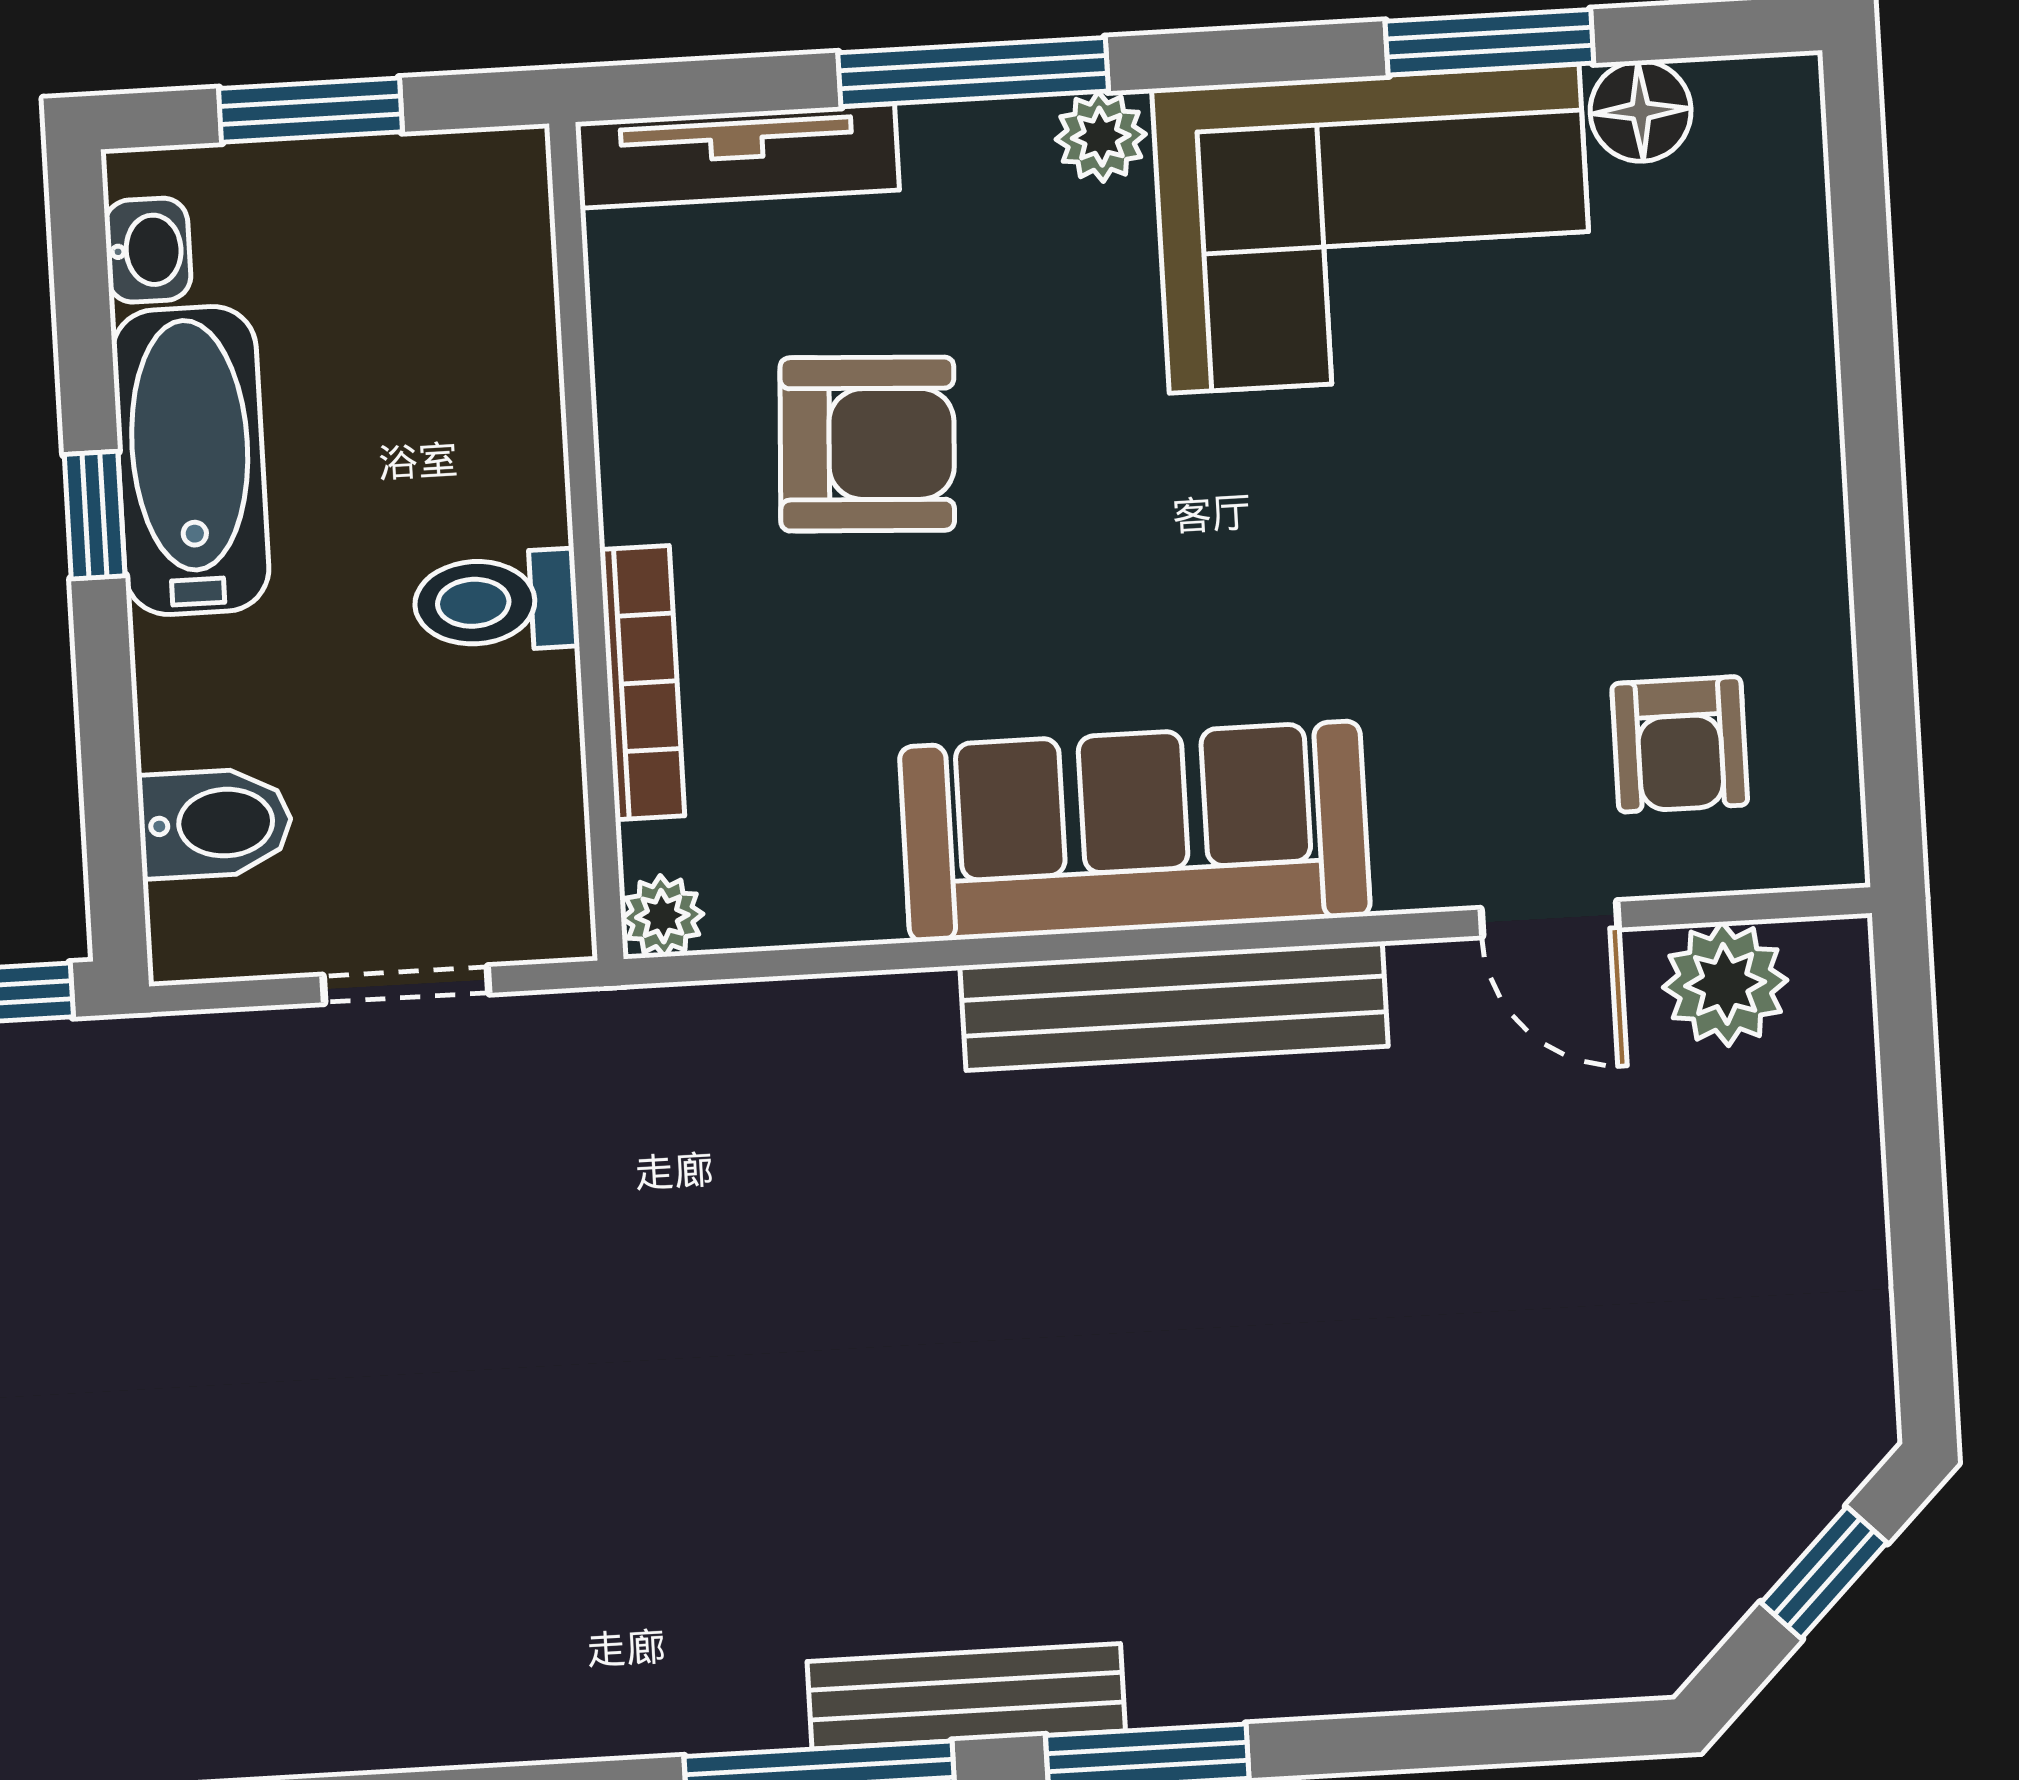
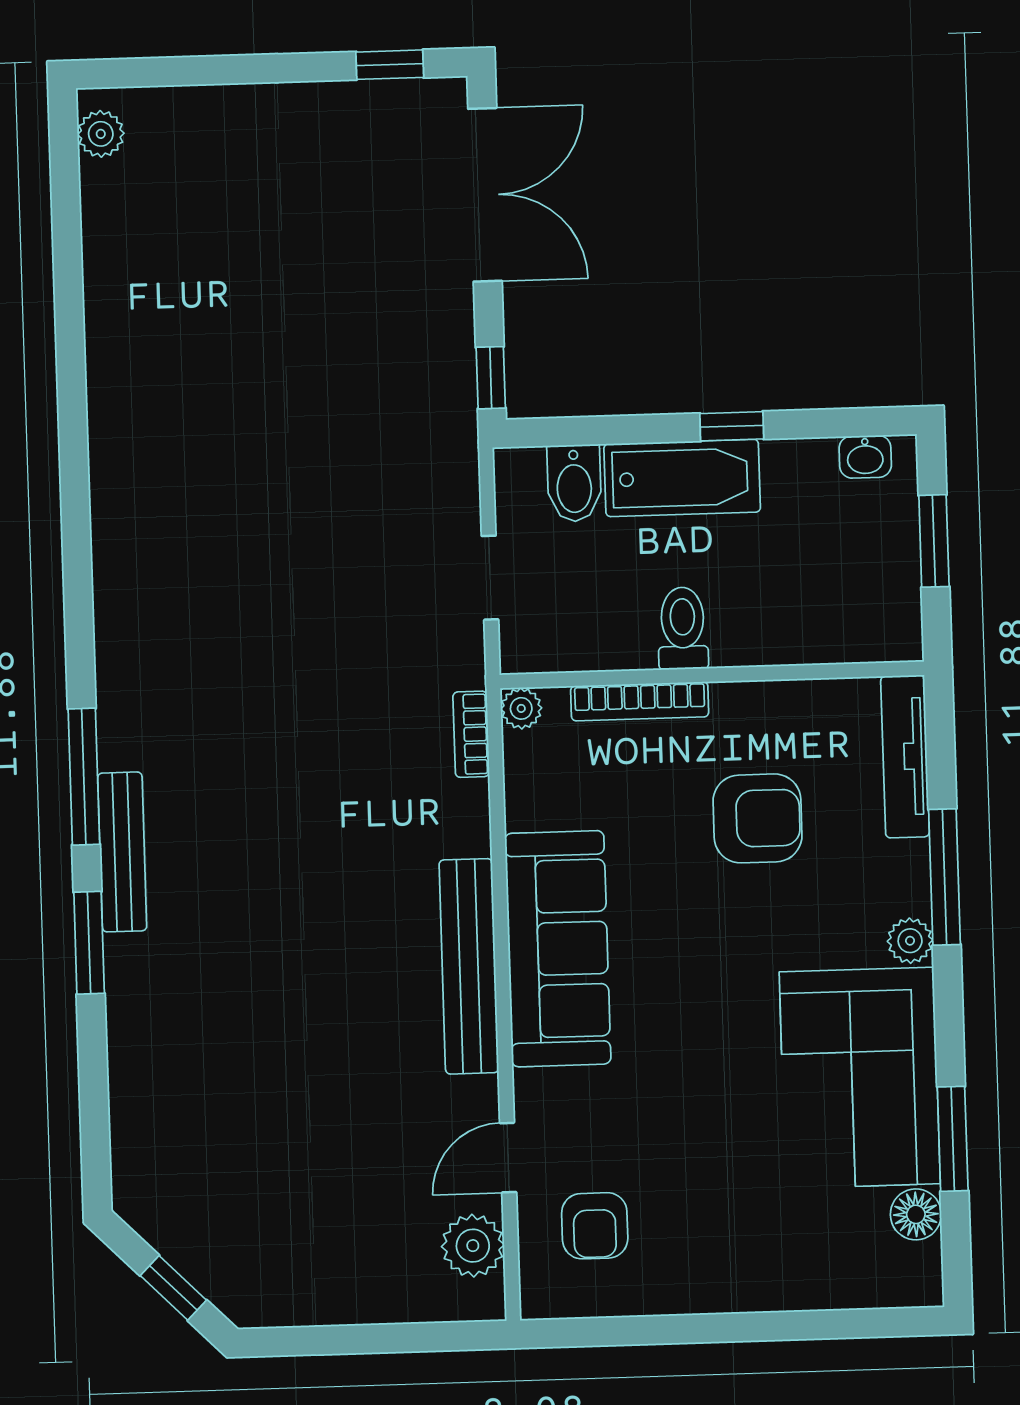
armchair: (867, 444) -> (757, 818), turned -93
bathtub: (191, 461) -> (682, 478), moved
armchair: (1680, 744) -> (595, 1226), turned -90
bookcase: (716, 1014) -> (471, 734), added

